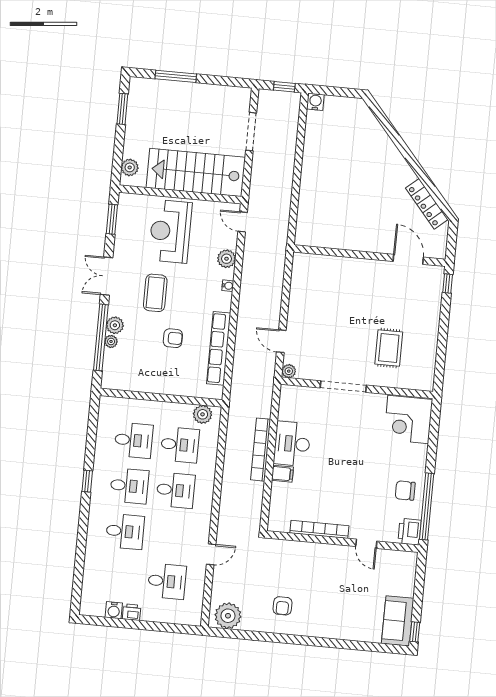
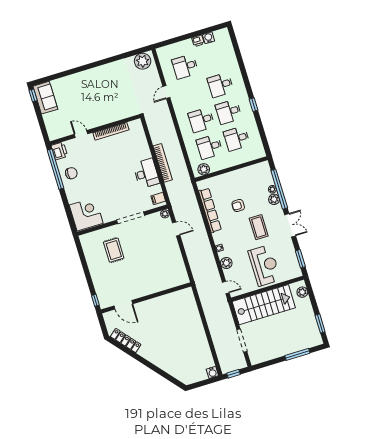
filing cabinet: (282, 474) -> (158, 199), moved
armchair: (283, 606) -> (114, 79), removed

